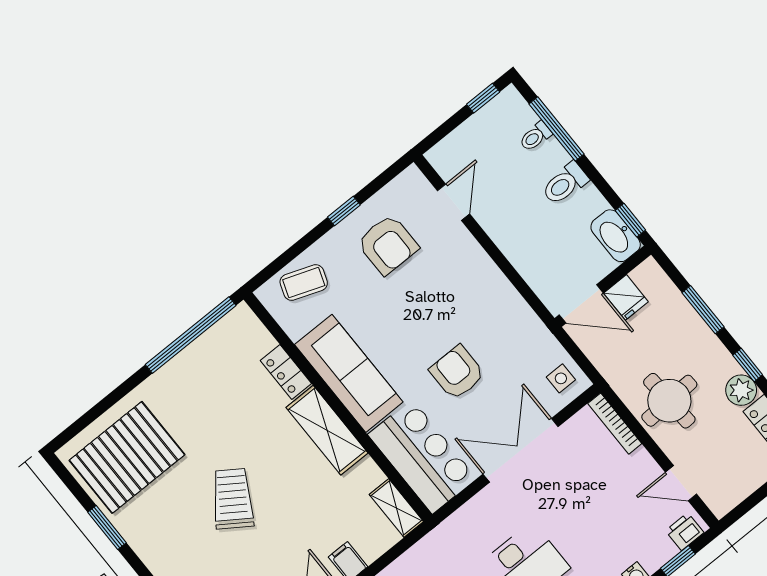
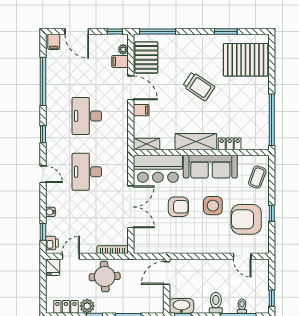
armchair: (388, 245) -> (246, 219), width x1.36, depth x1.36
fridge: (626, 297) -> (53, 267), moved, turned -90
side table: (561, 378) -> (213, 206), moved, width x1.87, depth x1.87
pallet: (127, 457) -> (246, 60), turned 90

